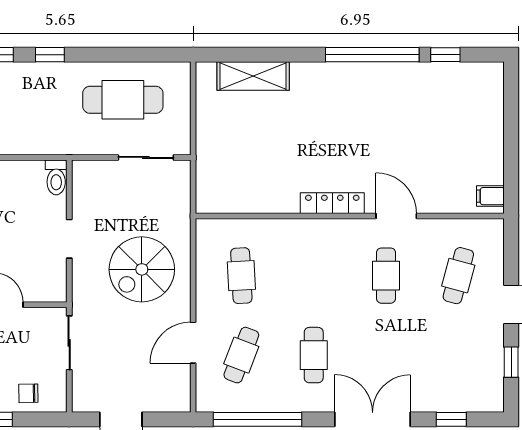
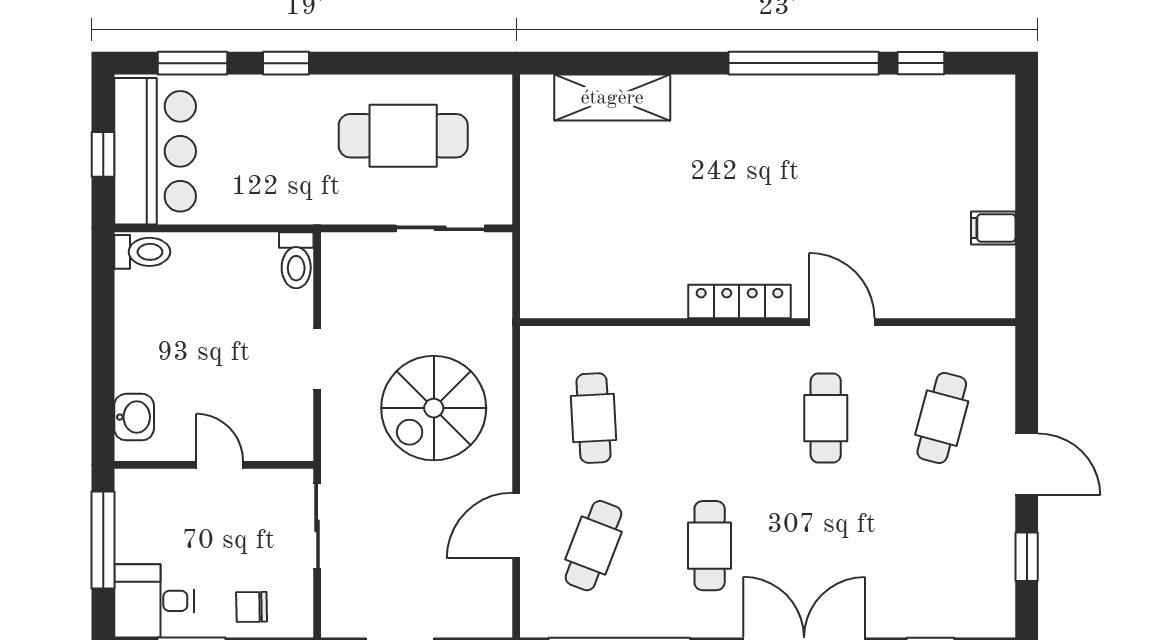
filing cabinet: (490, 196) -> (993, 228), moved

